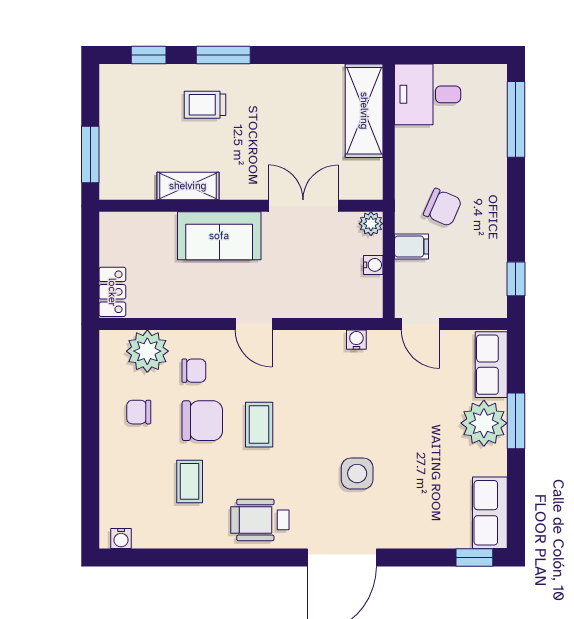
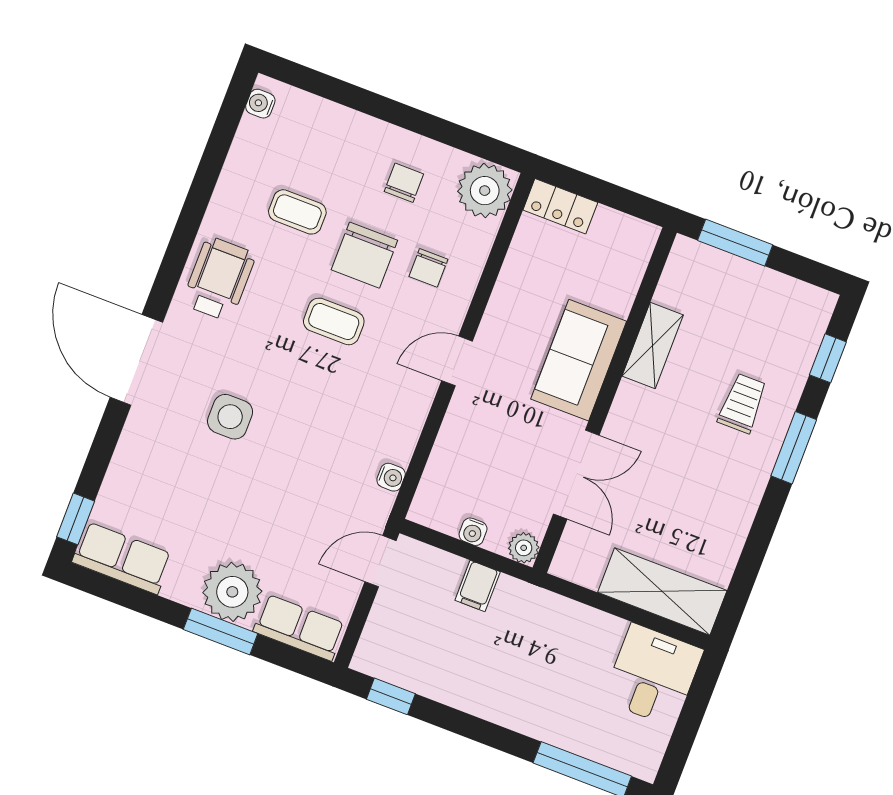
chair: (443, 207) -> (510, 641), removed
plant: (147, 351) -> (485, 191), moved

